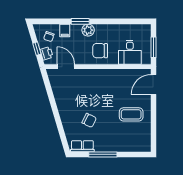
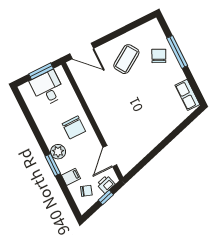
desk: (130, 52) -> (48, 88), moved, turned -90
coffee table: (131, 114) -> (126, 59), turned 57
chair: (89, 120) -> (159, 56), moved
window: (103, 154) -> (177, 52), moved

